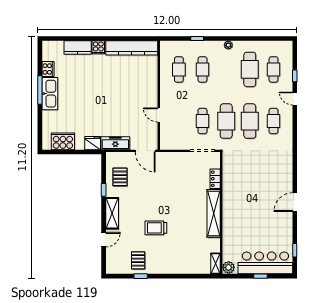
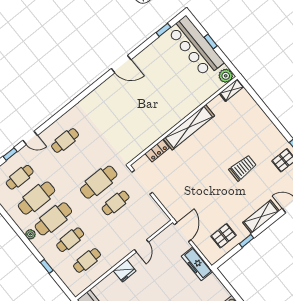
door: (295, 99) -> (30, 138), hinge flipped
cafe table: (250, 121) -> (53, 219), moved
fridge: (93, 143) -> (125, 271), moved, turned -90
trolley: (156, 228) -> (243, 168), turned -90

